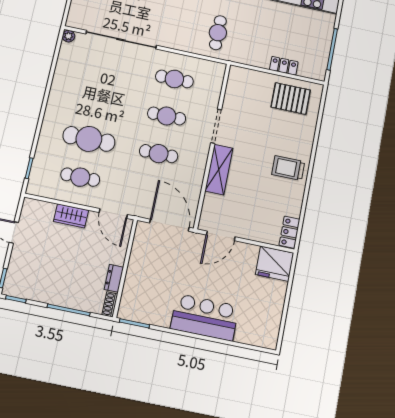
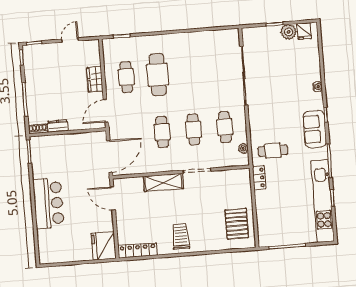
plant: (68, 36) -> (243, 148), moved
locker: (284, 66) -> (259, 178), moved
locker: (289, 232) -> (138, 250), width x1.53

